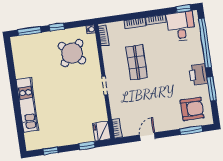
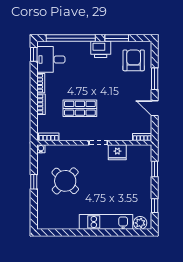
window: (29, 31) -> (34, 209), removed
round table: (72, 53) -> (65, 181), moved
window: (191, 130) -> (155, 79), moved
fridge: (102, 131) -> (117, 152), moved
plant: (31, 139) -> (140, 223), added

